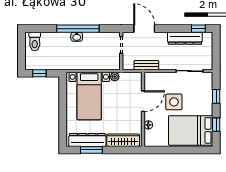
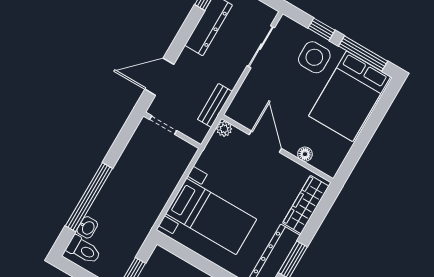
window: (78, 29) -> (89, 197), moved
washbasin: (77, 37) -> (87, 227), moved
plant: (115, 77) -> (224, 129), moved
side table: (174, 102) -> (314, 57), moved
window: (216, 125) -> (363, 54), width x2.17

